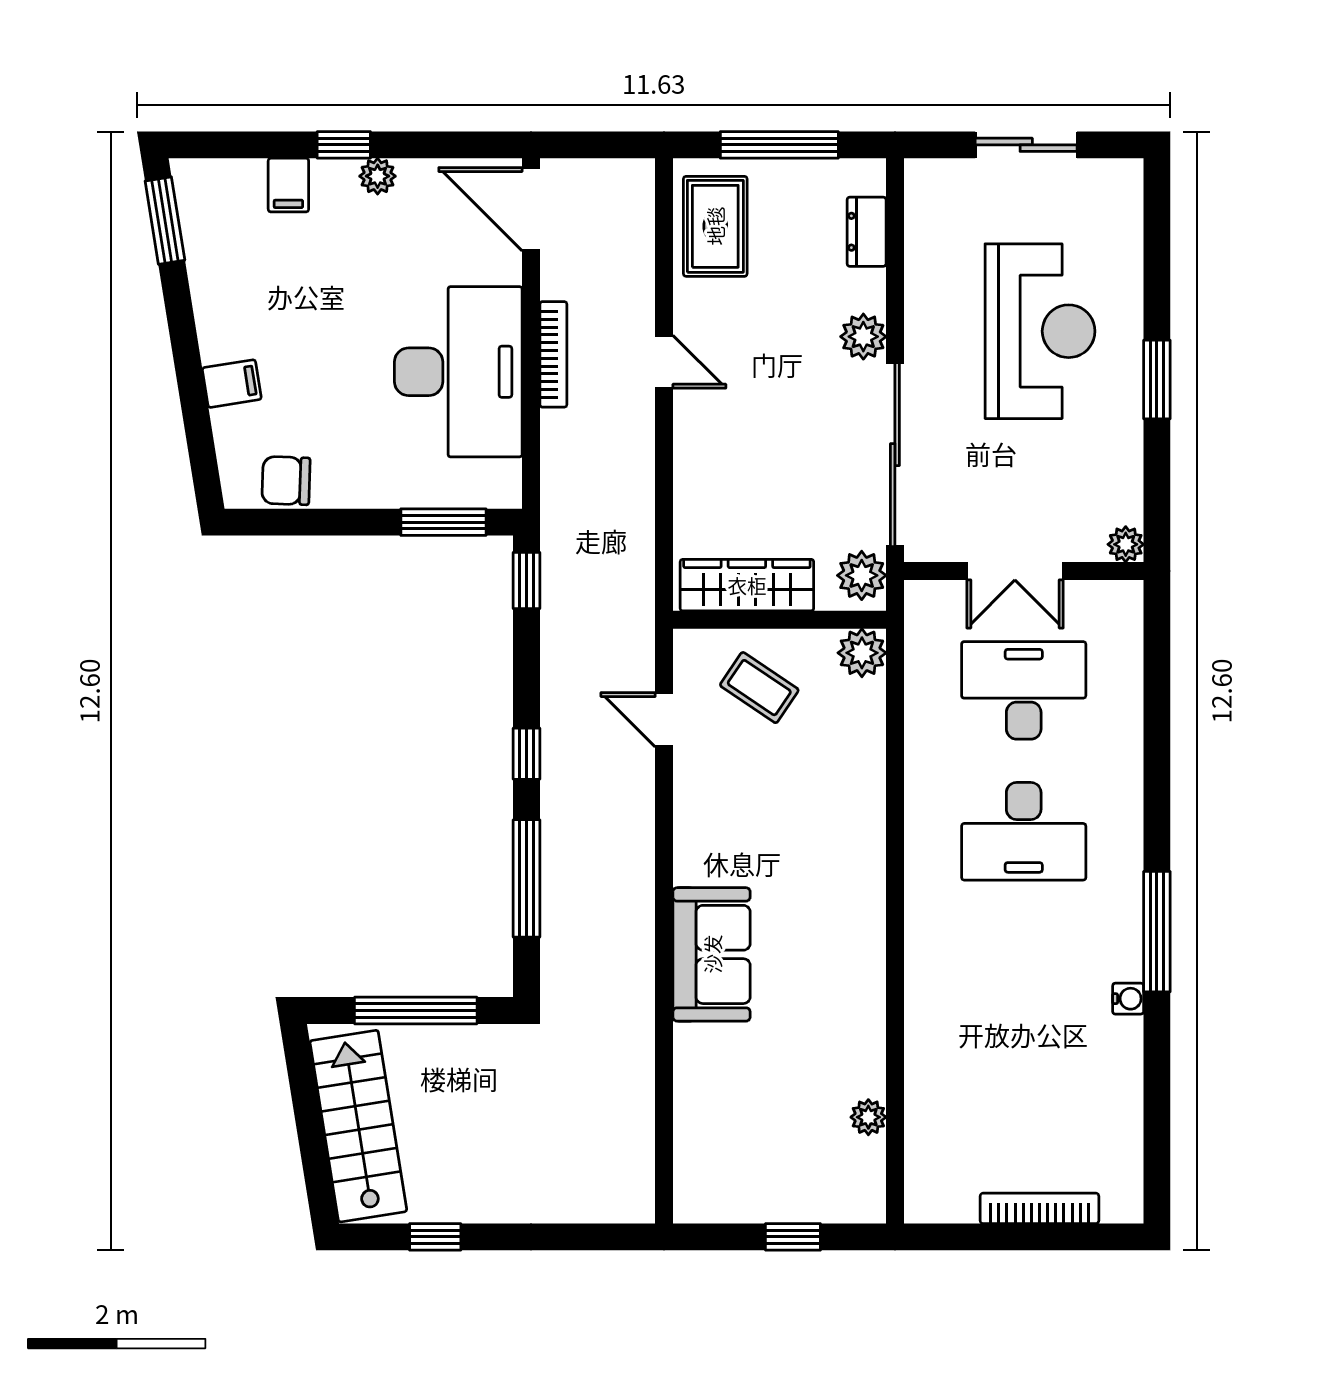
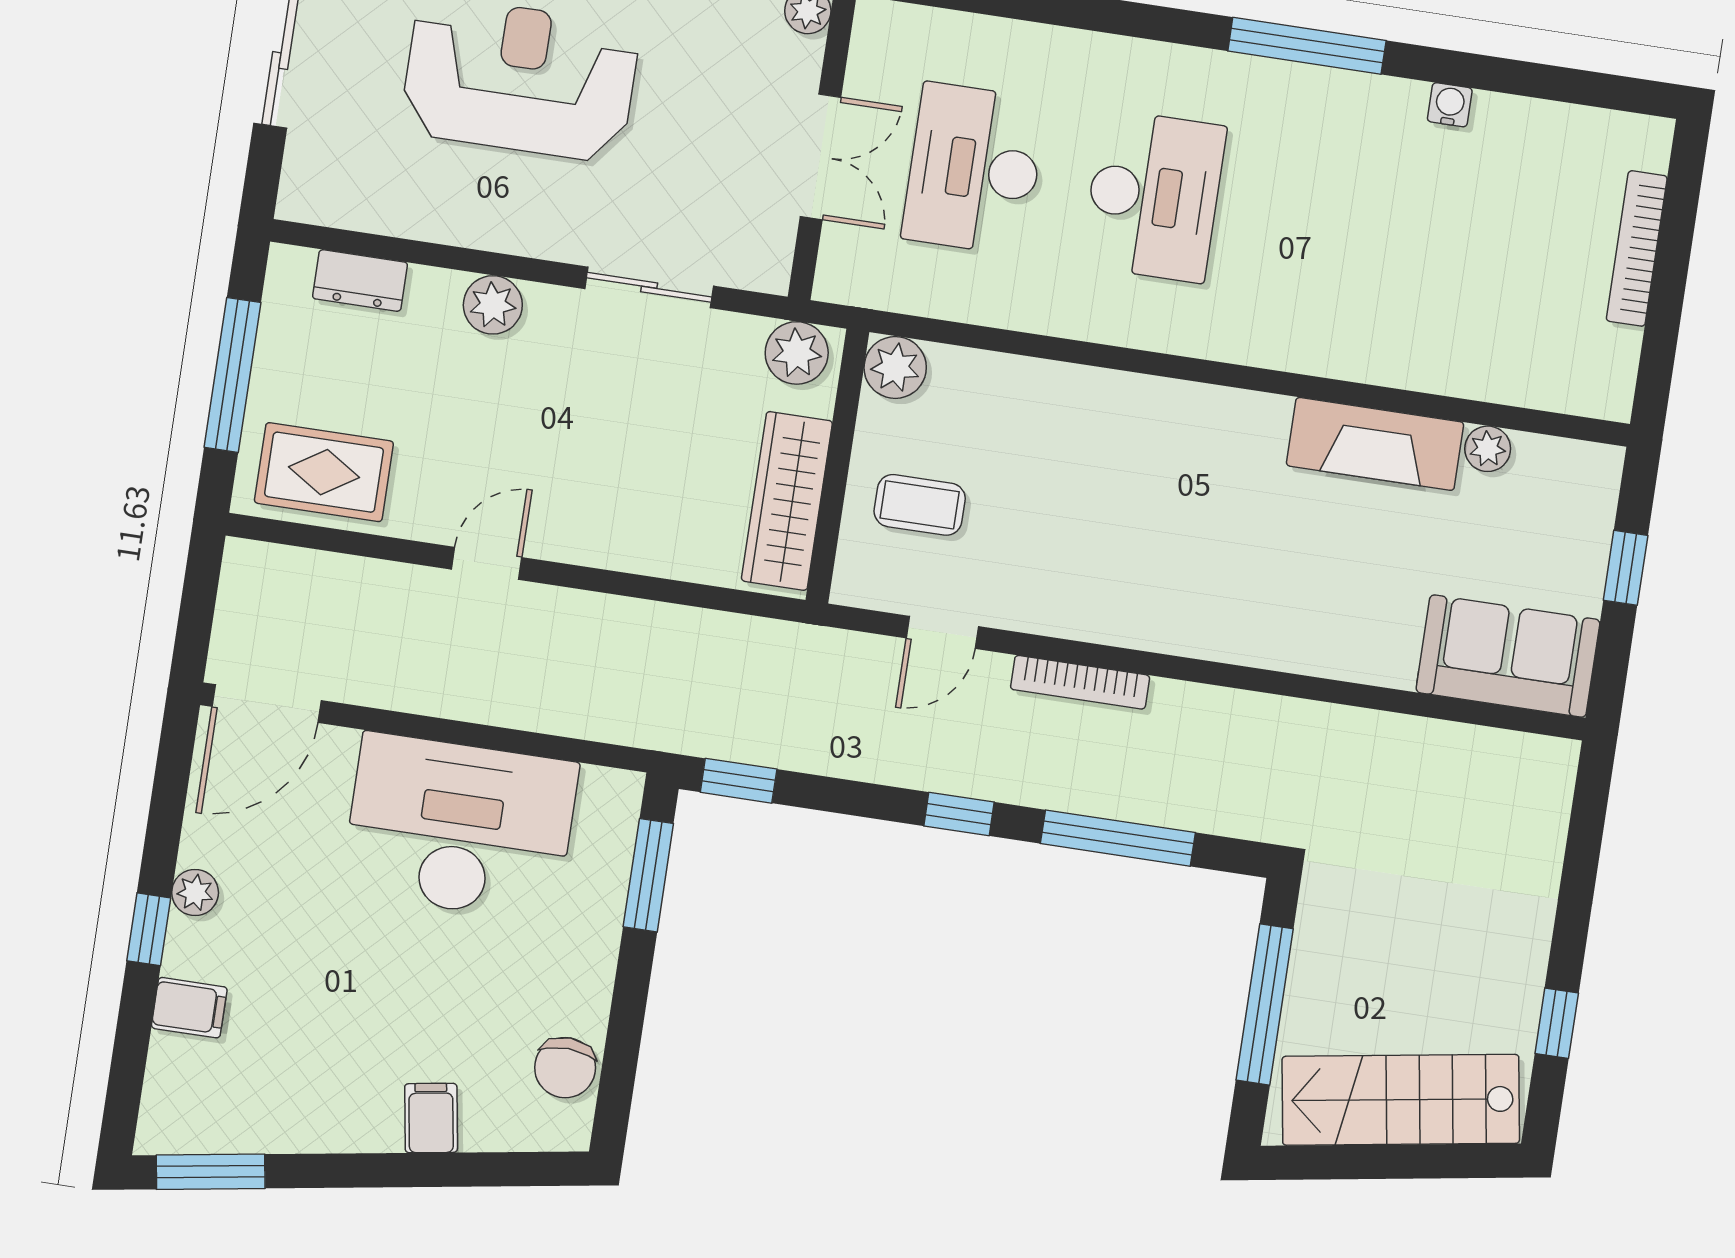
bookcase: (553, 354) -> (1080, 682), moved, turned 180
sliding door: (895, 455) -> (649, 287), width x0.54
coffee table: (759, 688) -> (920, 505), turned 56
sofa: (712, 954) -> (1508, 656), moved
water cooler: (1128, 999) -> (1450, 105), moved
fireplace: (859, 1030) -> (1375, 444), added

